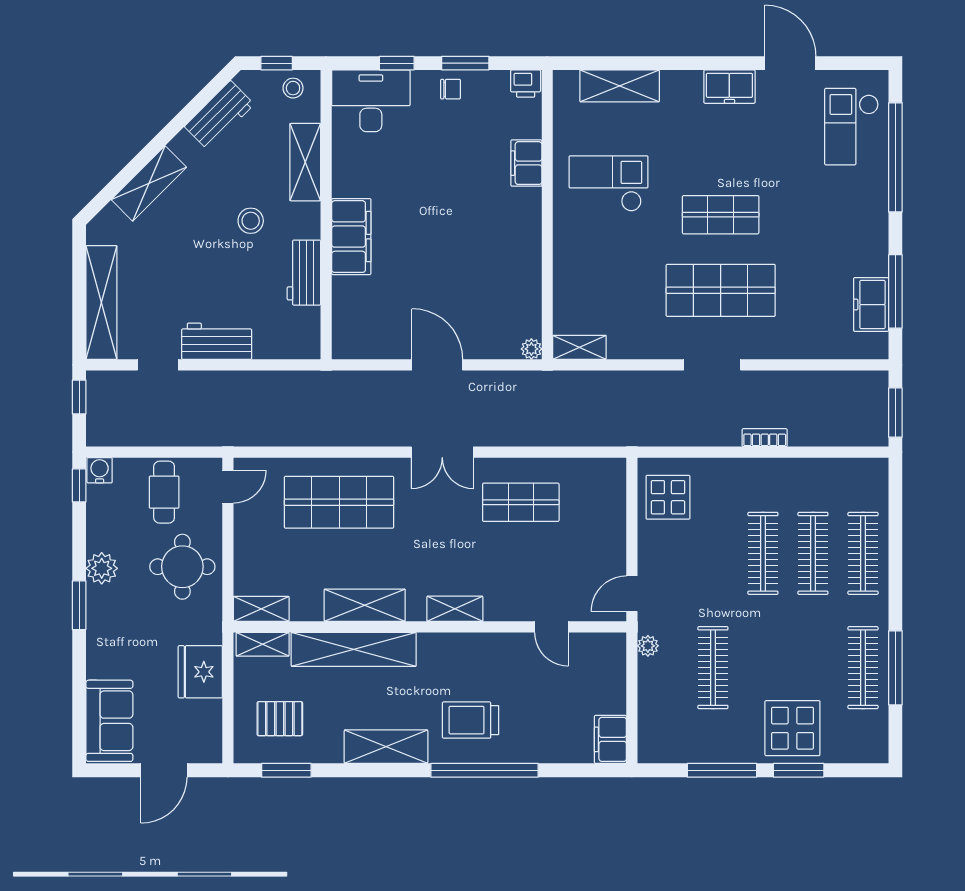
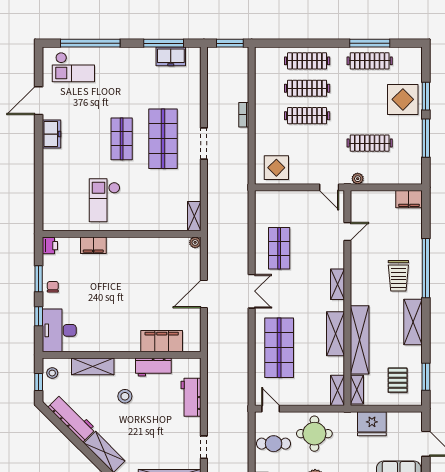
shelving: (620, 86) -> (51, 194), removed
workbench: (219, 115) -> (72, 418), width x1.37
filing cabinet: (351, 237) -> (162, 341), moved
workbench: (217, 341) -> (191, 397), moved

